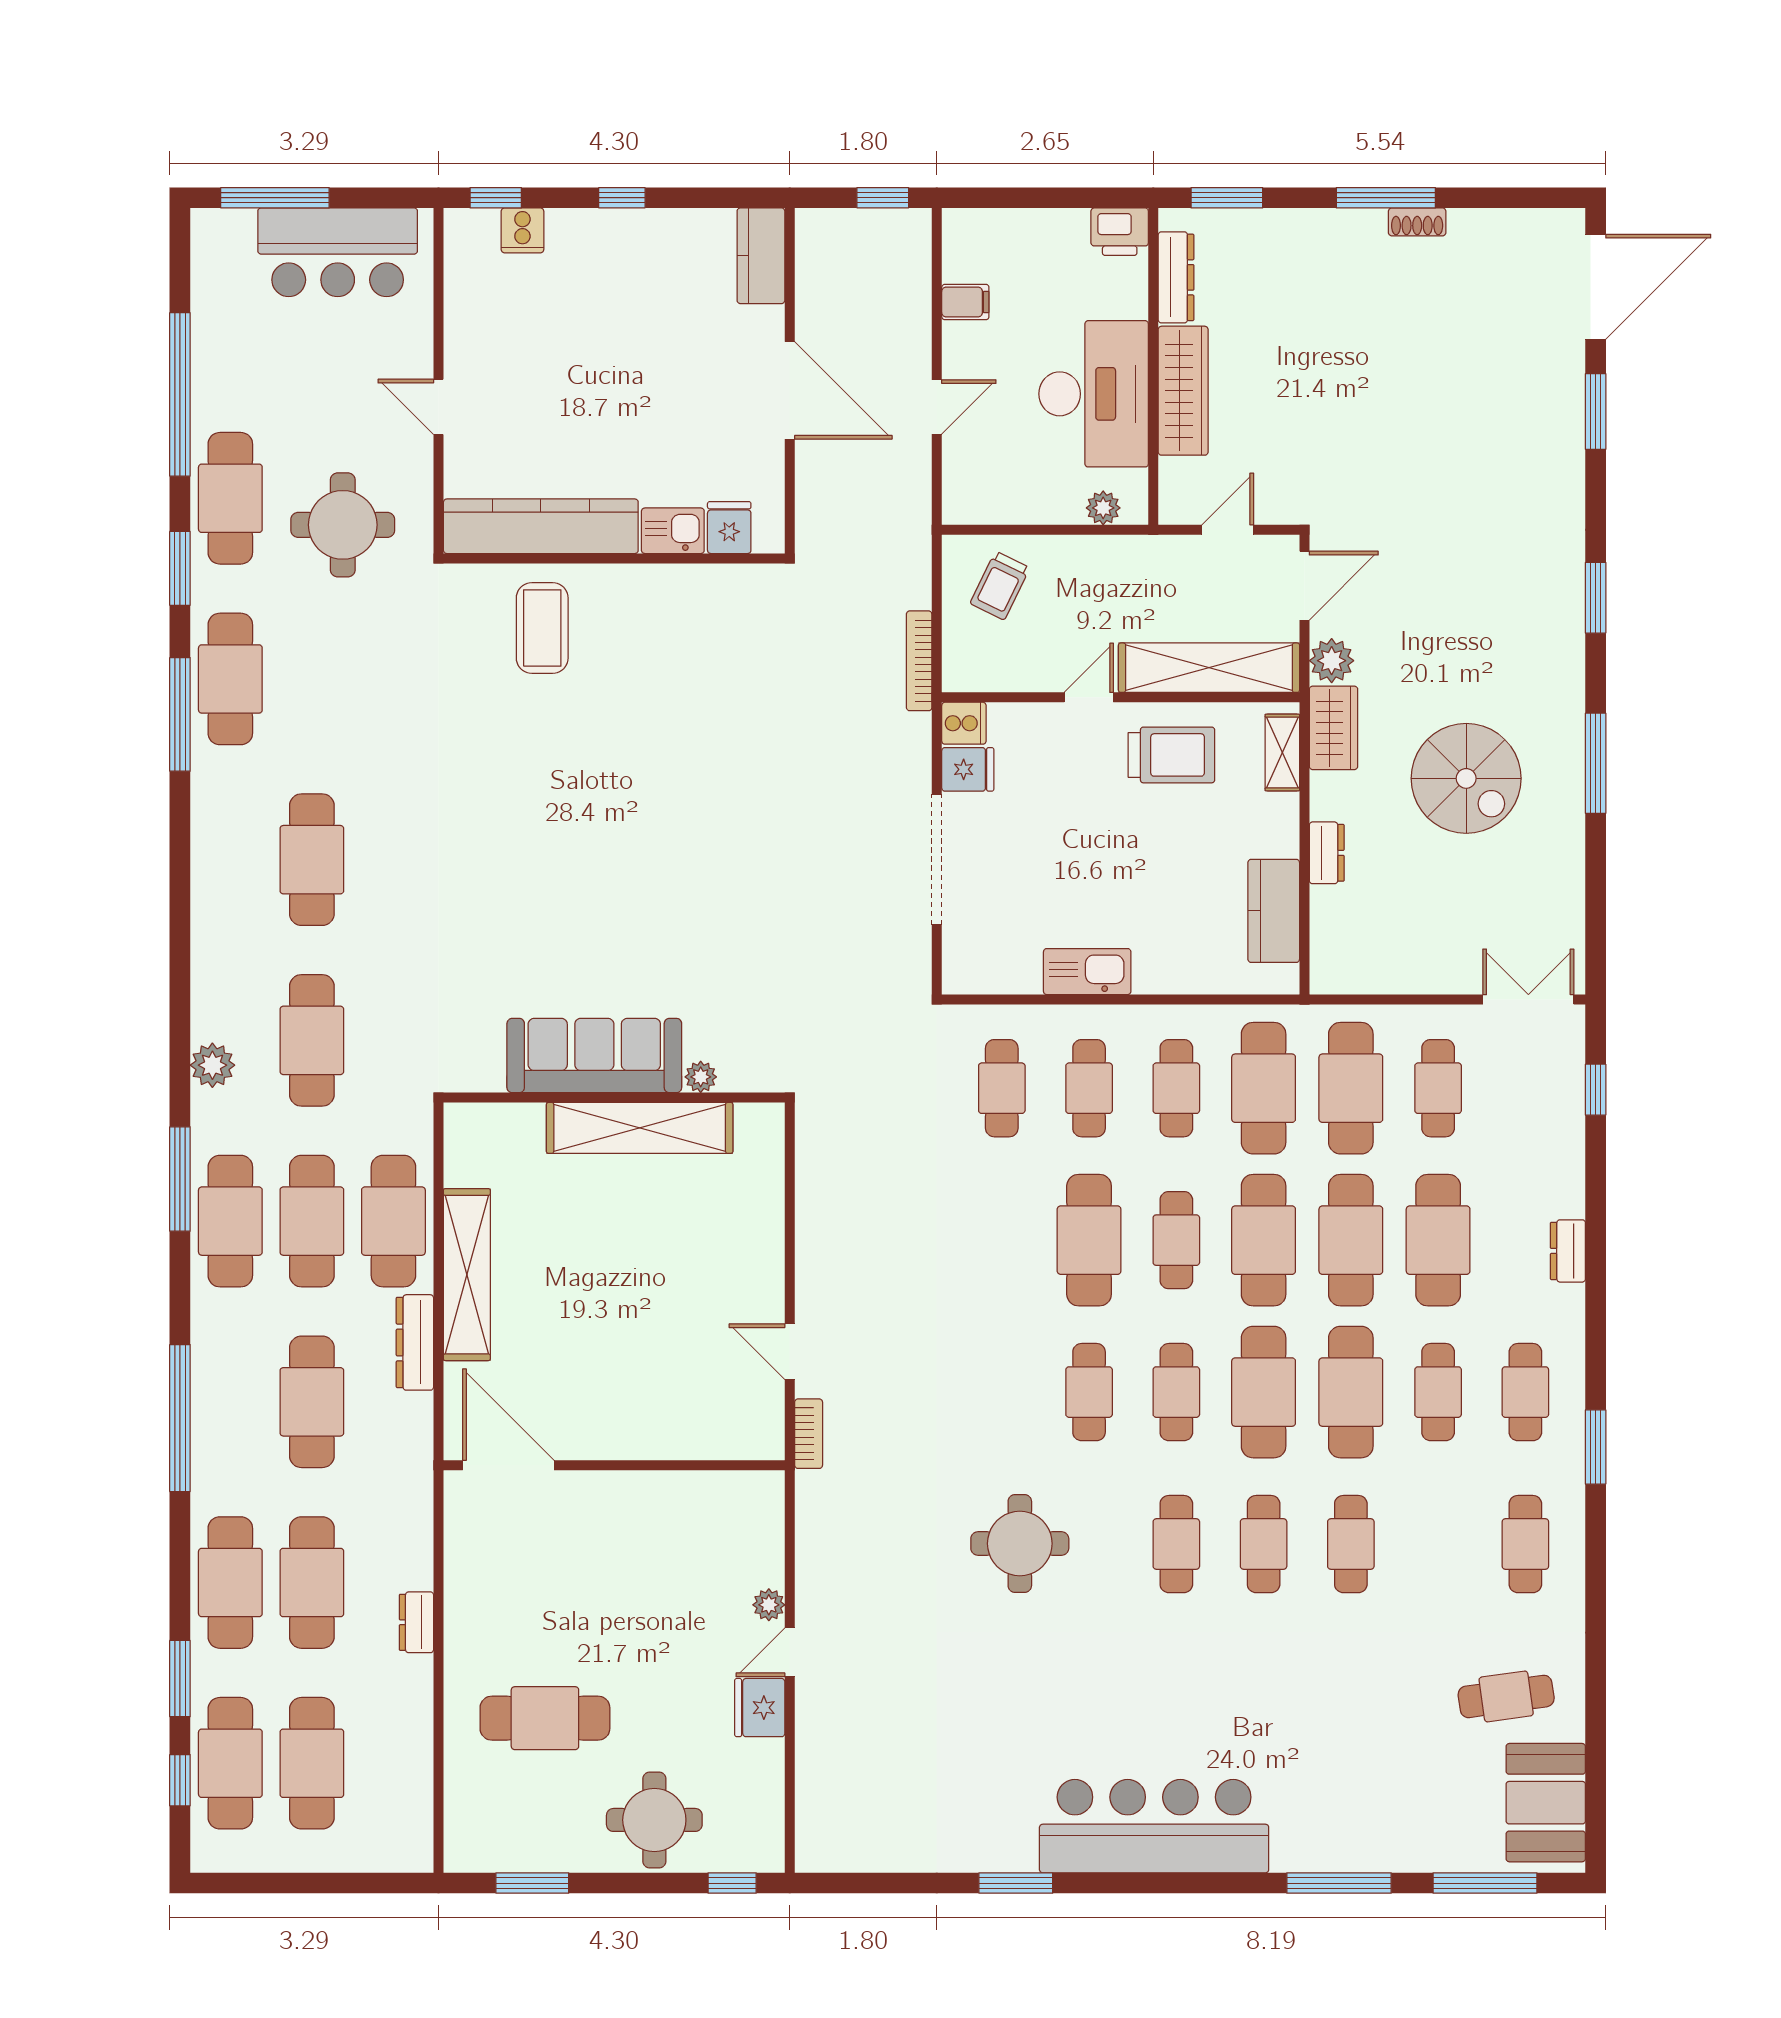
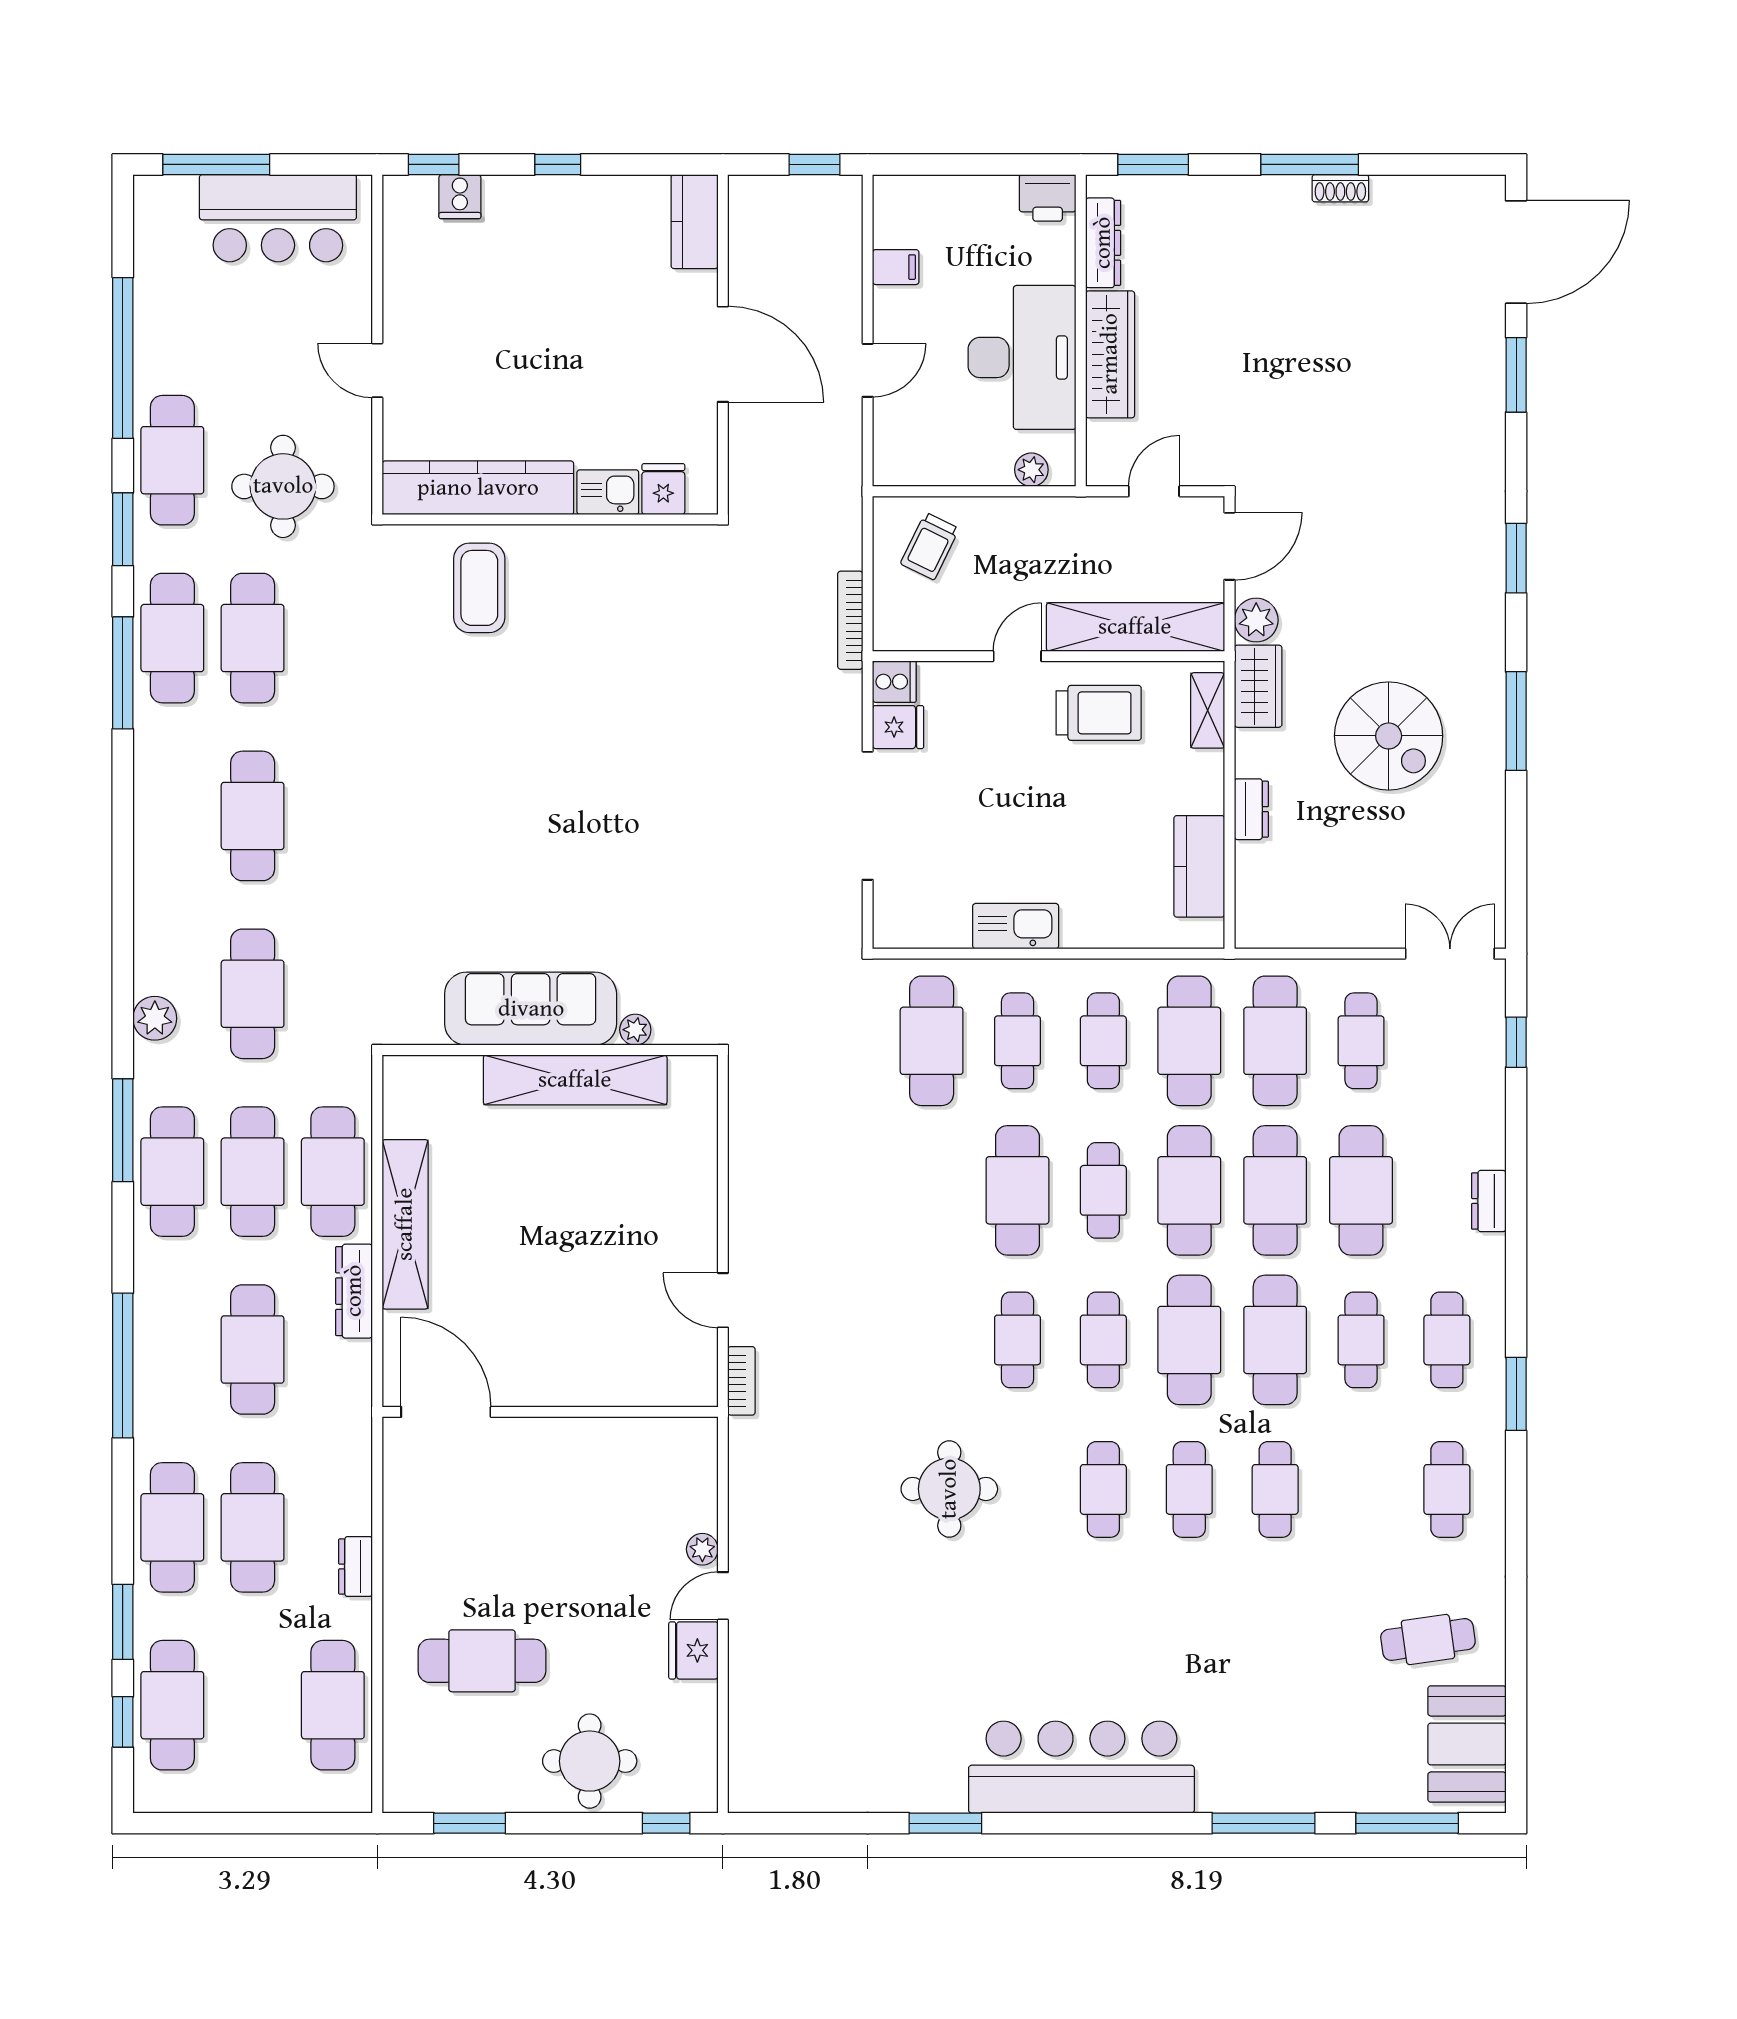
cafe table: (312, 679) -> (253, 638), added
cafe table: (1002, 1088) -> (932, 1041), width x1.37, depth x1.35
cafe table: (312, 1763) -> (333, 1705), moved

